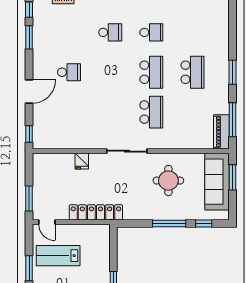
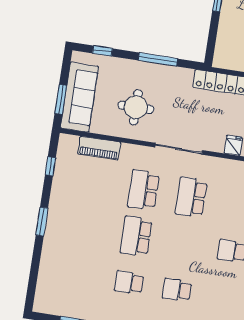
school desk: (193, 72) -> (191, 197), moved
window: (233, 120) -> (50, 166), width x0.46
piano: (221, 132) -> (99, 148), moved, turned 90
window: (169, 223) -> (158, 59), moved

